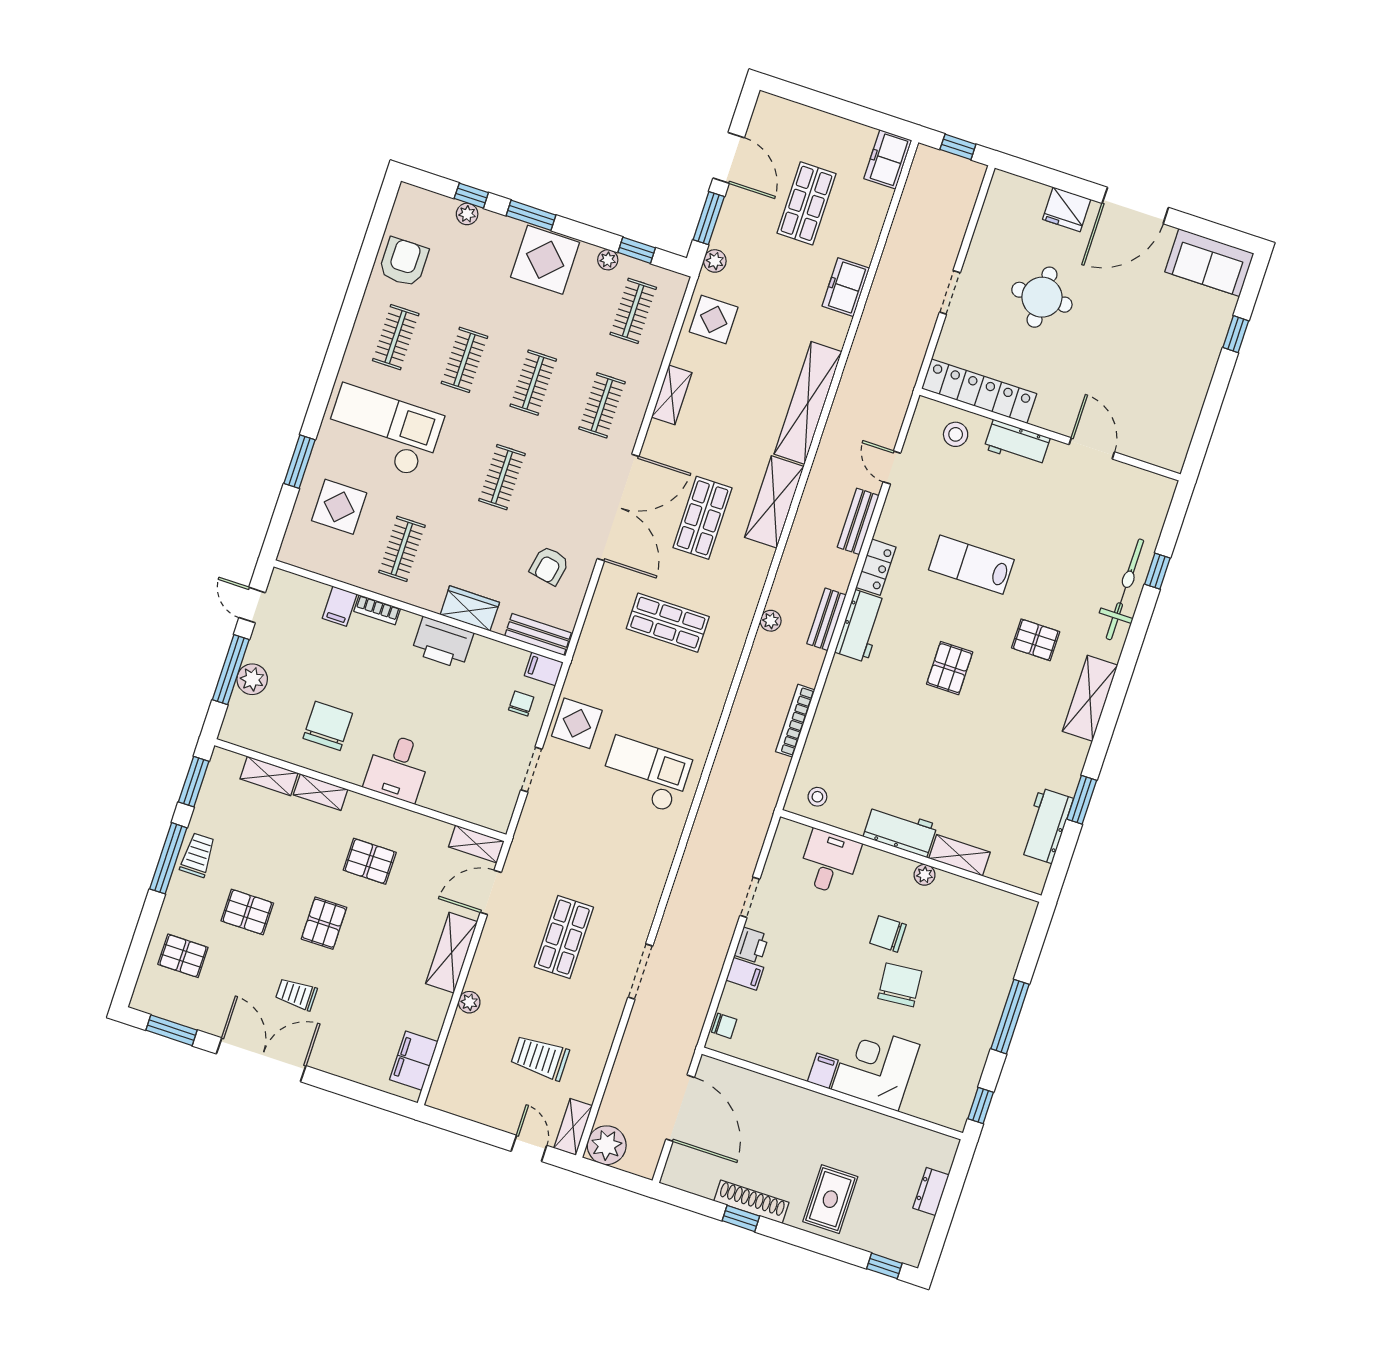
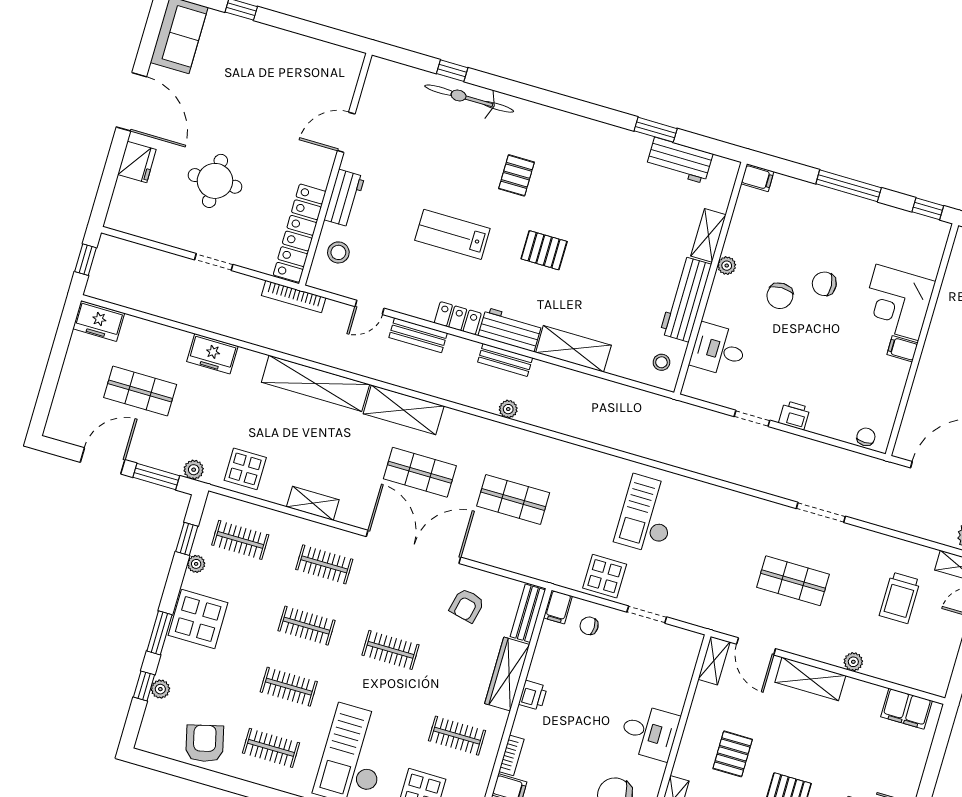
armchair: (404, 262) -> (205, 743), turned 76
lab bench: (971, 565) -> (452, 234), turned 90
armchair: (549, 566) -> (467, 605), turned 92
wardrobe: (470, 608) -> (507, 674), width x1.50
shop shelf: (668, 623) -> (513, 499), turned 90
printer: (443, 643) -> (533, 695), width x0.53, depth x0.68
shelving: (1090, 698) -> (573, 349), moved
bookcase: (795, 721) -> (294, 297), moved
workbench: (900, 831) -> (686, 299), width x1.37
filing cabinet: (745, 974) -> (757, 178), moved, turned 90
chair: (900, 985) -> (824, 284), width x0.73, depth x0.73

